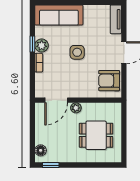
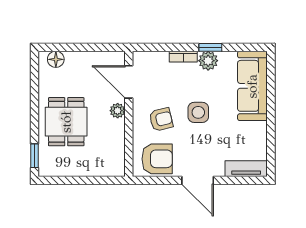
armchair: (82, 78) -> (161, 119), added
armchair: (109, 81) -> (157, 159), turned 90
dining table: (96, 135) -> (66, 122), moved
window: (51, 165) -> (35, 156), moved

